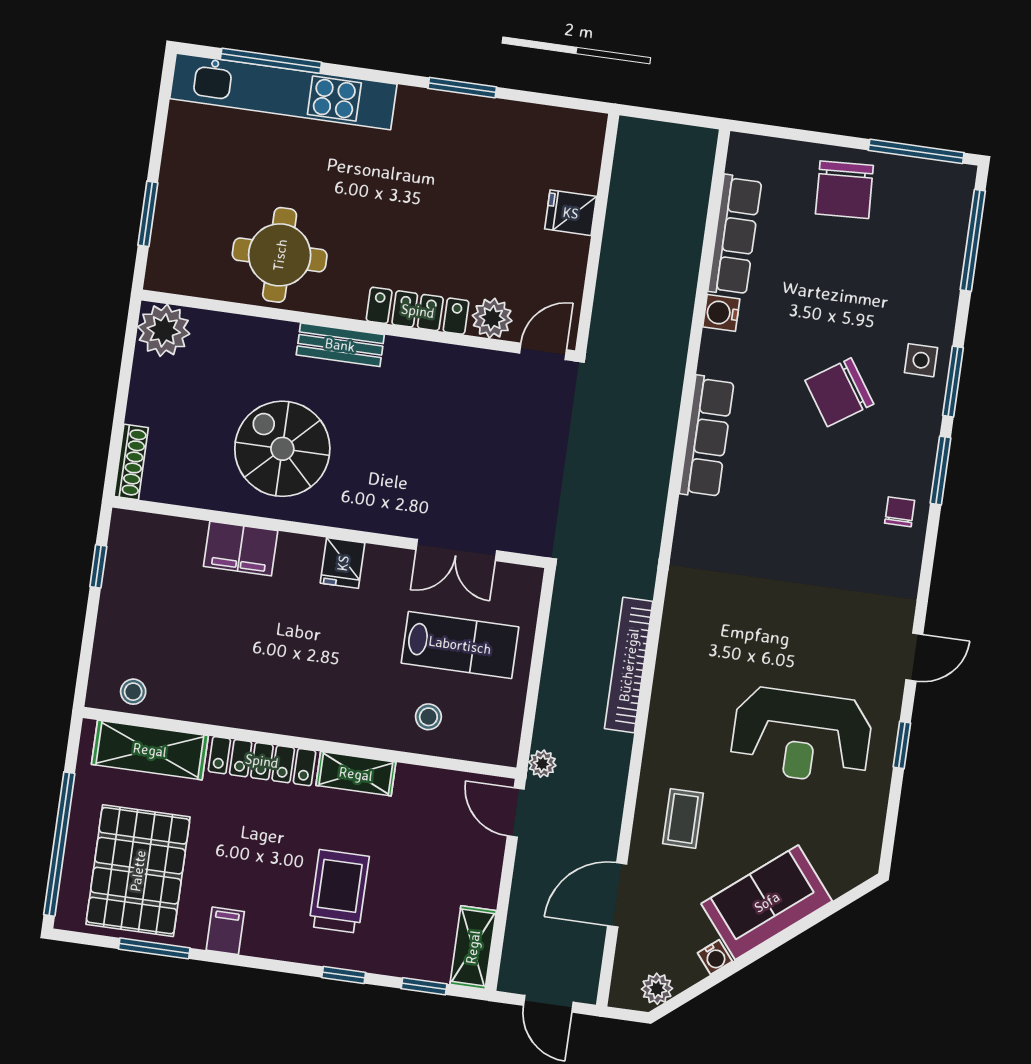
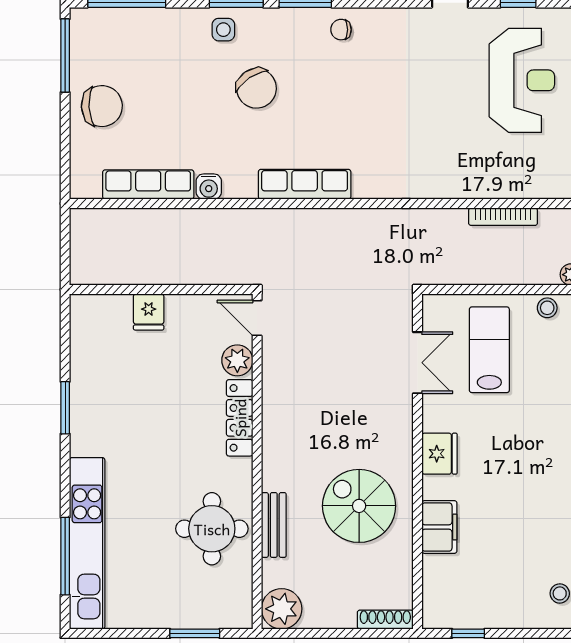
bench: (340, 345) -> (274, 525), moved
spiral stairs: (282, 449) -> (359, 506), turned 90
fridge: (343, 563) -> (439, 454), width x1.38
bookcase: (629, 665) -> (503, 217), width x0.68, depth x0.76
stool: (428, 717) -> (547, 308), moved

